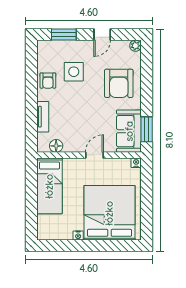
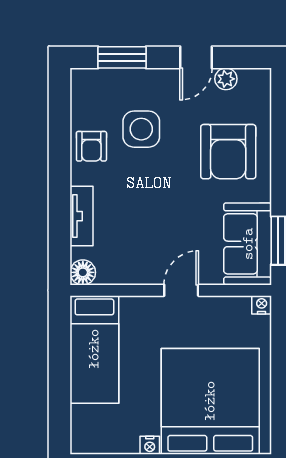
plant: (135, 46) -> (226, 79), moved
floor lamp: (56, 146) -> (83, 272), moved

